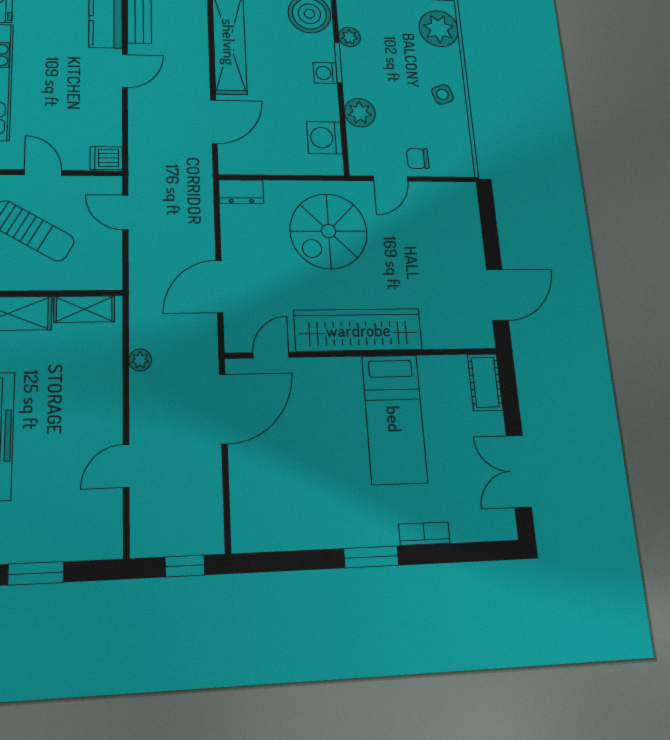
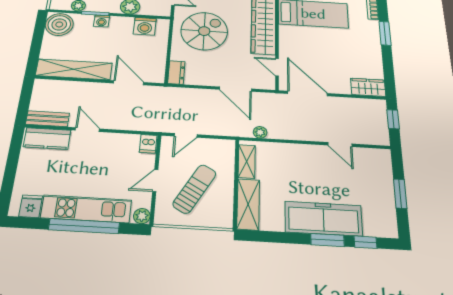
spiral stairs: (329, 231) -> (204, 31), turned -90
plant: (140, 360) -> (260, 132), moved
wardrobe: (248, 520) -> (368, 87), added

